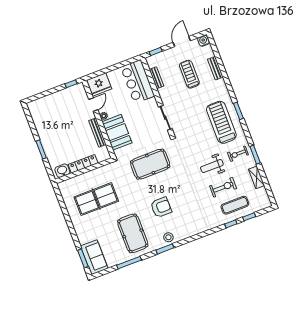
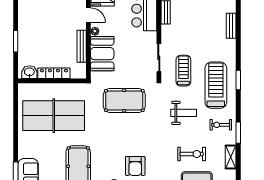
treadmill: (189, 74) -> (183, 71), moved
door: (93, 105) -> (88, 15), hinge flipped
weight bench: (212, 166) -> (184, 113), moved, turned 180
table tennis table: (96, 199) -> (54, 116), width x1.36, depth x1.32
armchair: (161, 207) -> (135, 166), moved, turned 90

